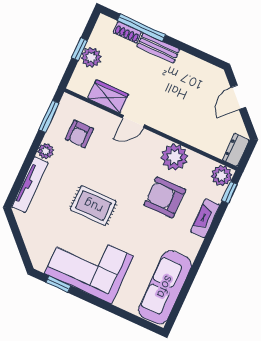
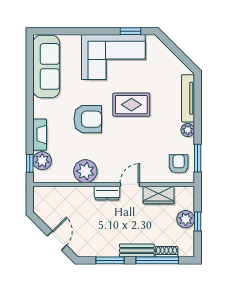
window: (192, 51) -> (110, 260), added
armchair: (79, 134) -> (179, 164), moved
dresser: (236, 150) -> (107, 193), moved, turned 90
plant: (222, 176) -> (42, 161), moved
armchair: (165, 197) -> (88, 119), moved

